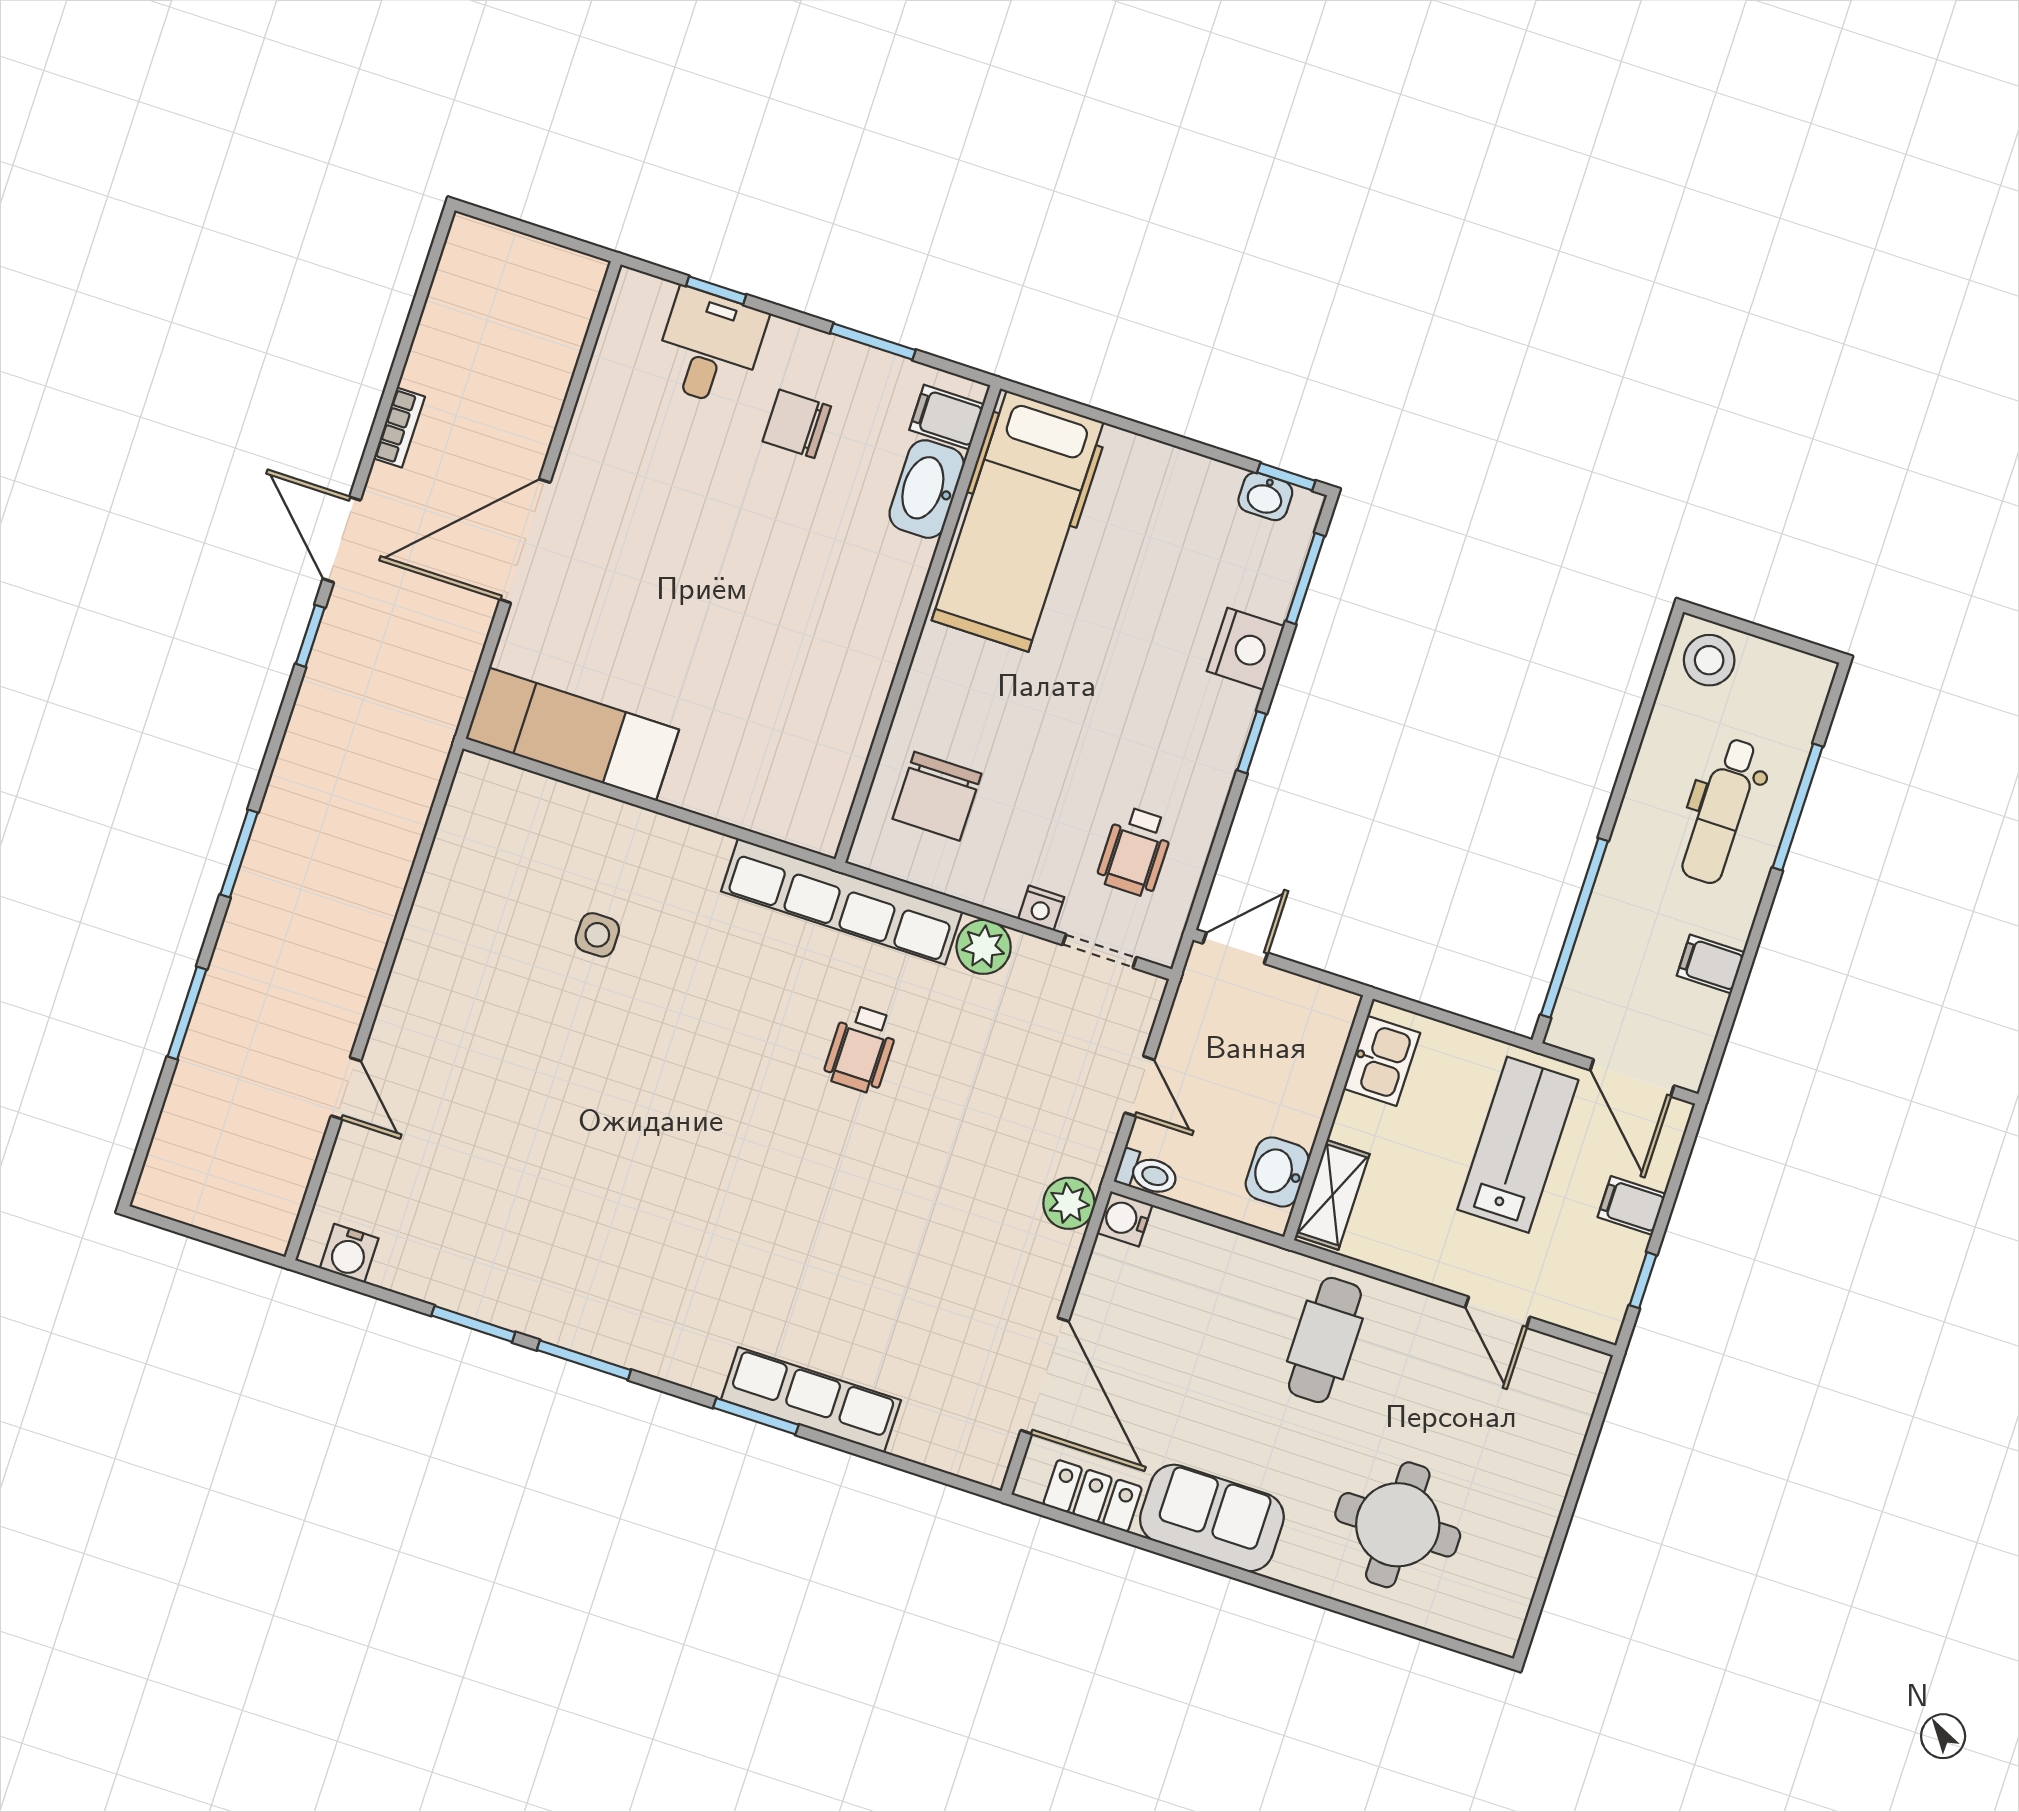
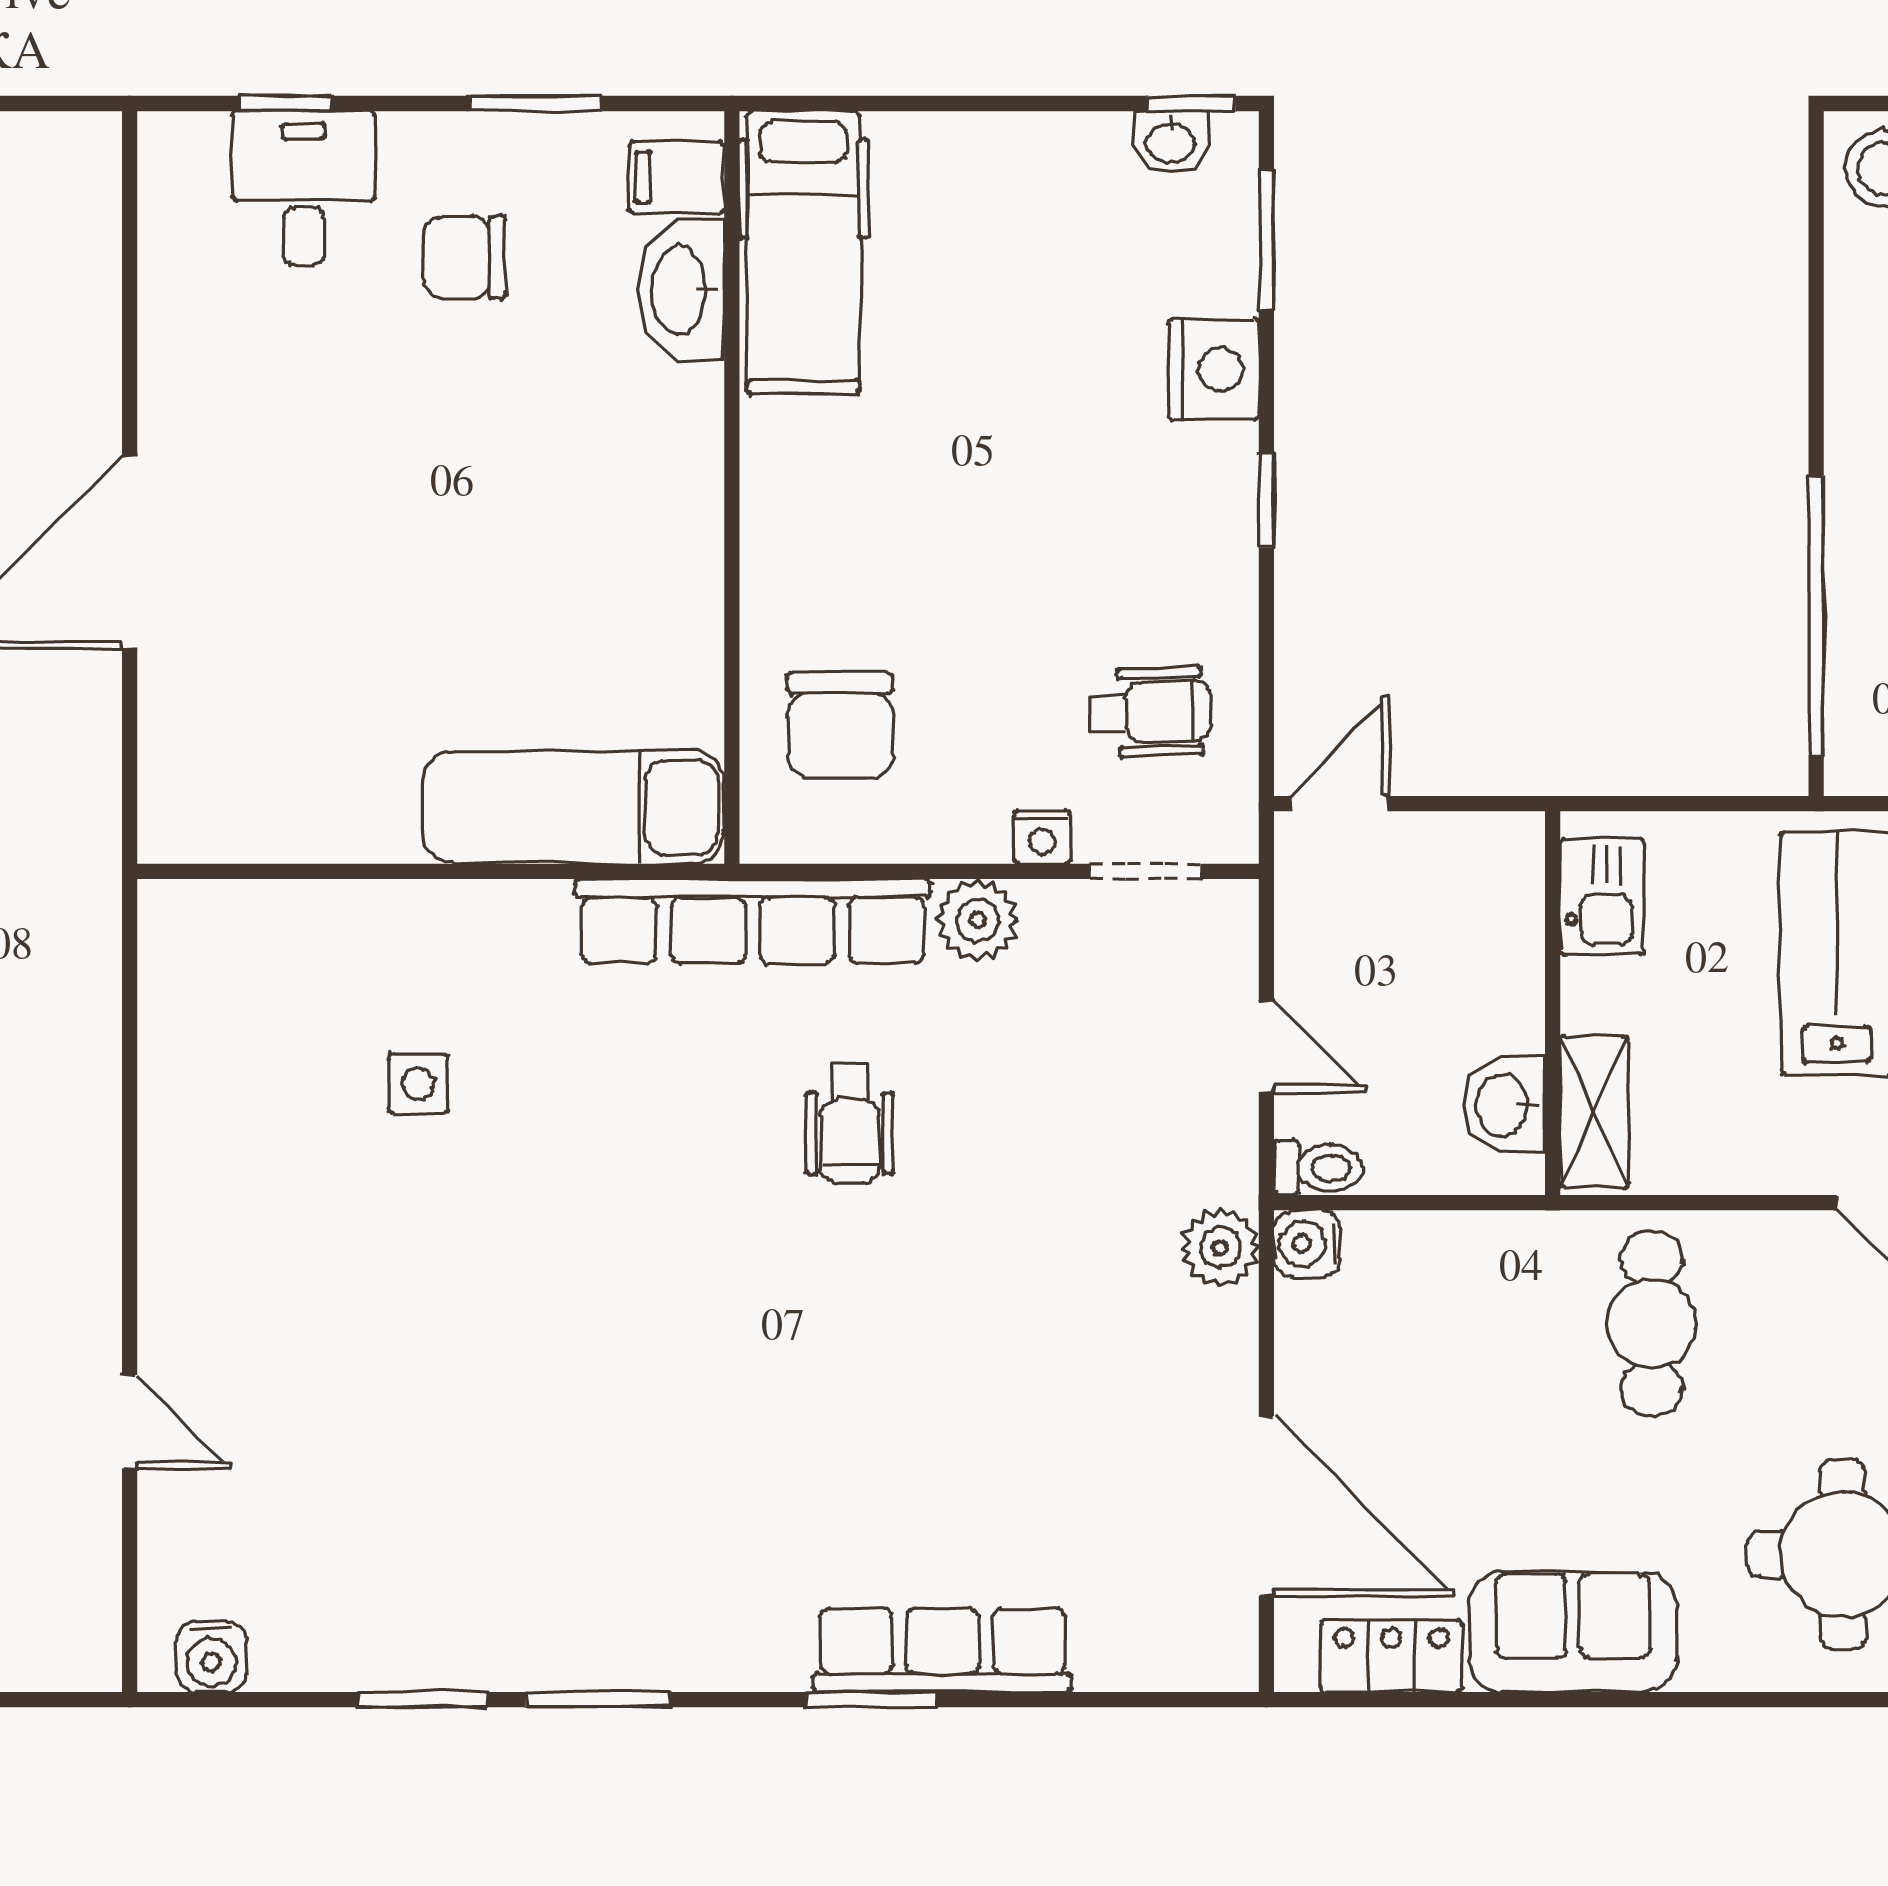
hospital bed: (1018, 521) -> (803, 252), width x0.73, depth x0.78
exam couch: (572, 734) -> (573, 807), moved
wheelchair: (1135, 852) -> (1150, 712), turned -92

